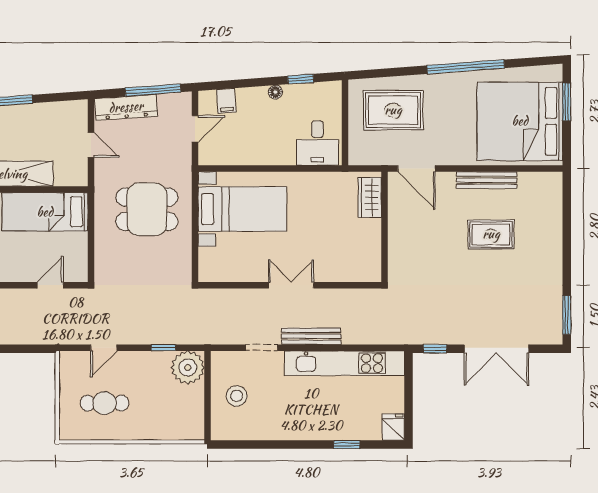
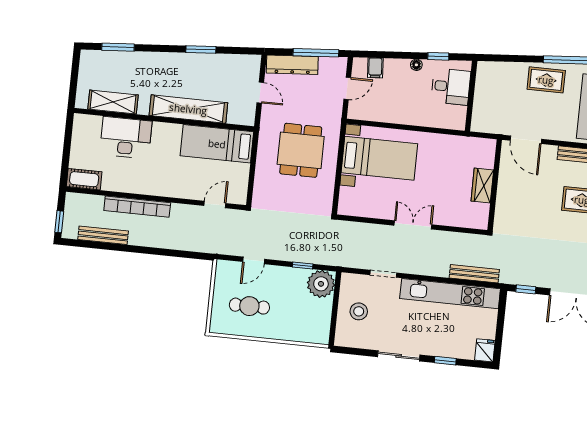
rug: (393, 110) -> (546, 80), moved, width x0.73, depth x0.70
desk: (317, 143) -> (451, 87), moved, turned -90
wardrobe: (370, 197) -> (482, 186), moved
dining table: (147, 209) -> (301, 150), turned 90
bench: (311, 336) -> (474, 274), moved
sliding door: (290, 444) -> (399, 356), added

